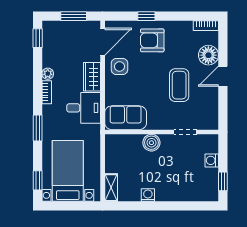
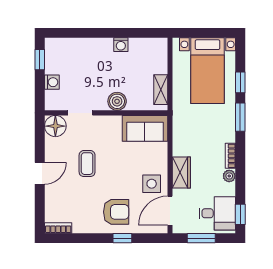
floor lamp: (208, 55) -> (55, 126), moved
coffee table: (179, 85) -> (87, 164), width x0.73, depth x0.77
desk: (84, 108) -> (217, 213), moved, turned 180
window: (38, 180) -> (240, 82), moved
shelving: (111, 188) -> (161, 90), moved

